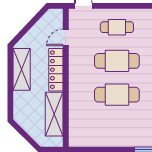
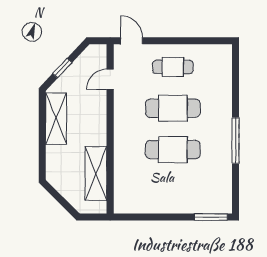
window: (27, 28) -> (62, 68), added
locker: (56, 70) -> (98, 119), removed

